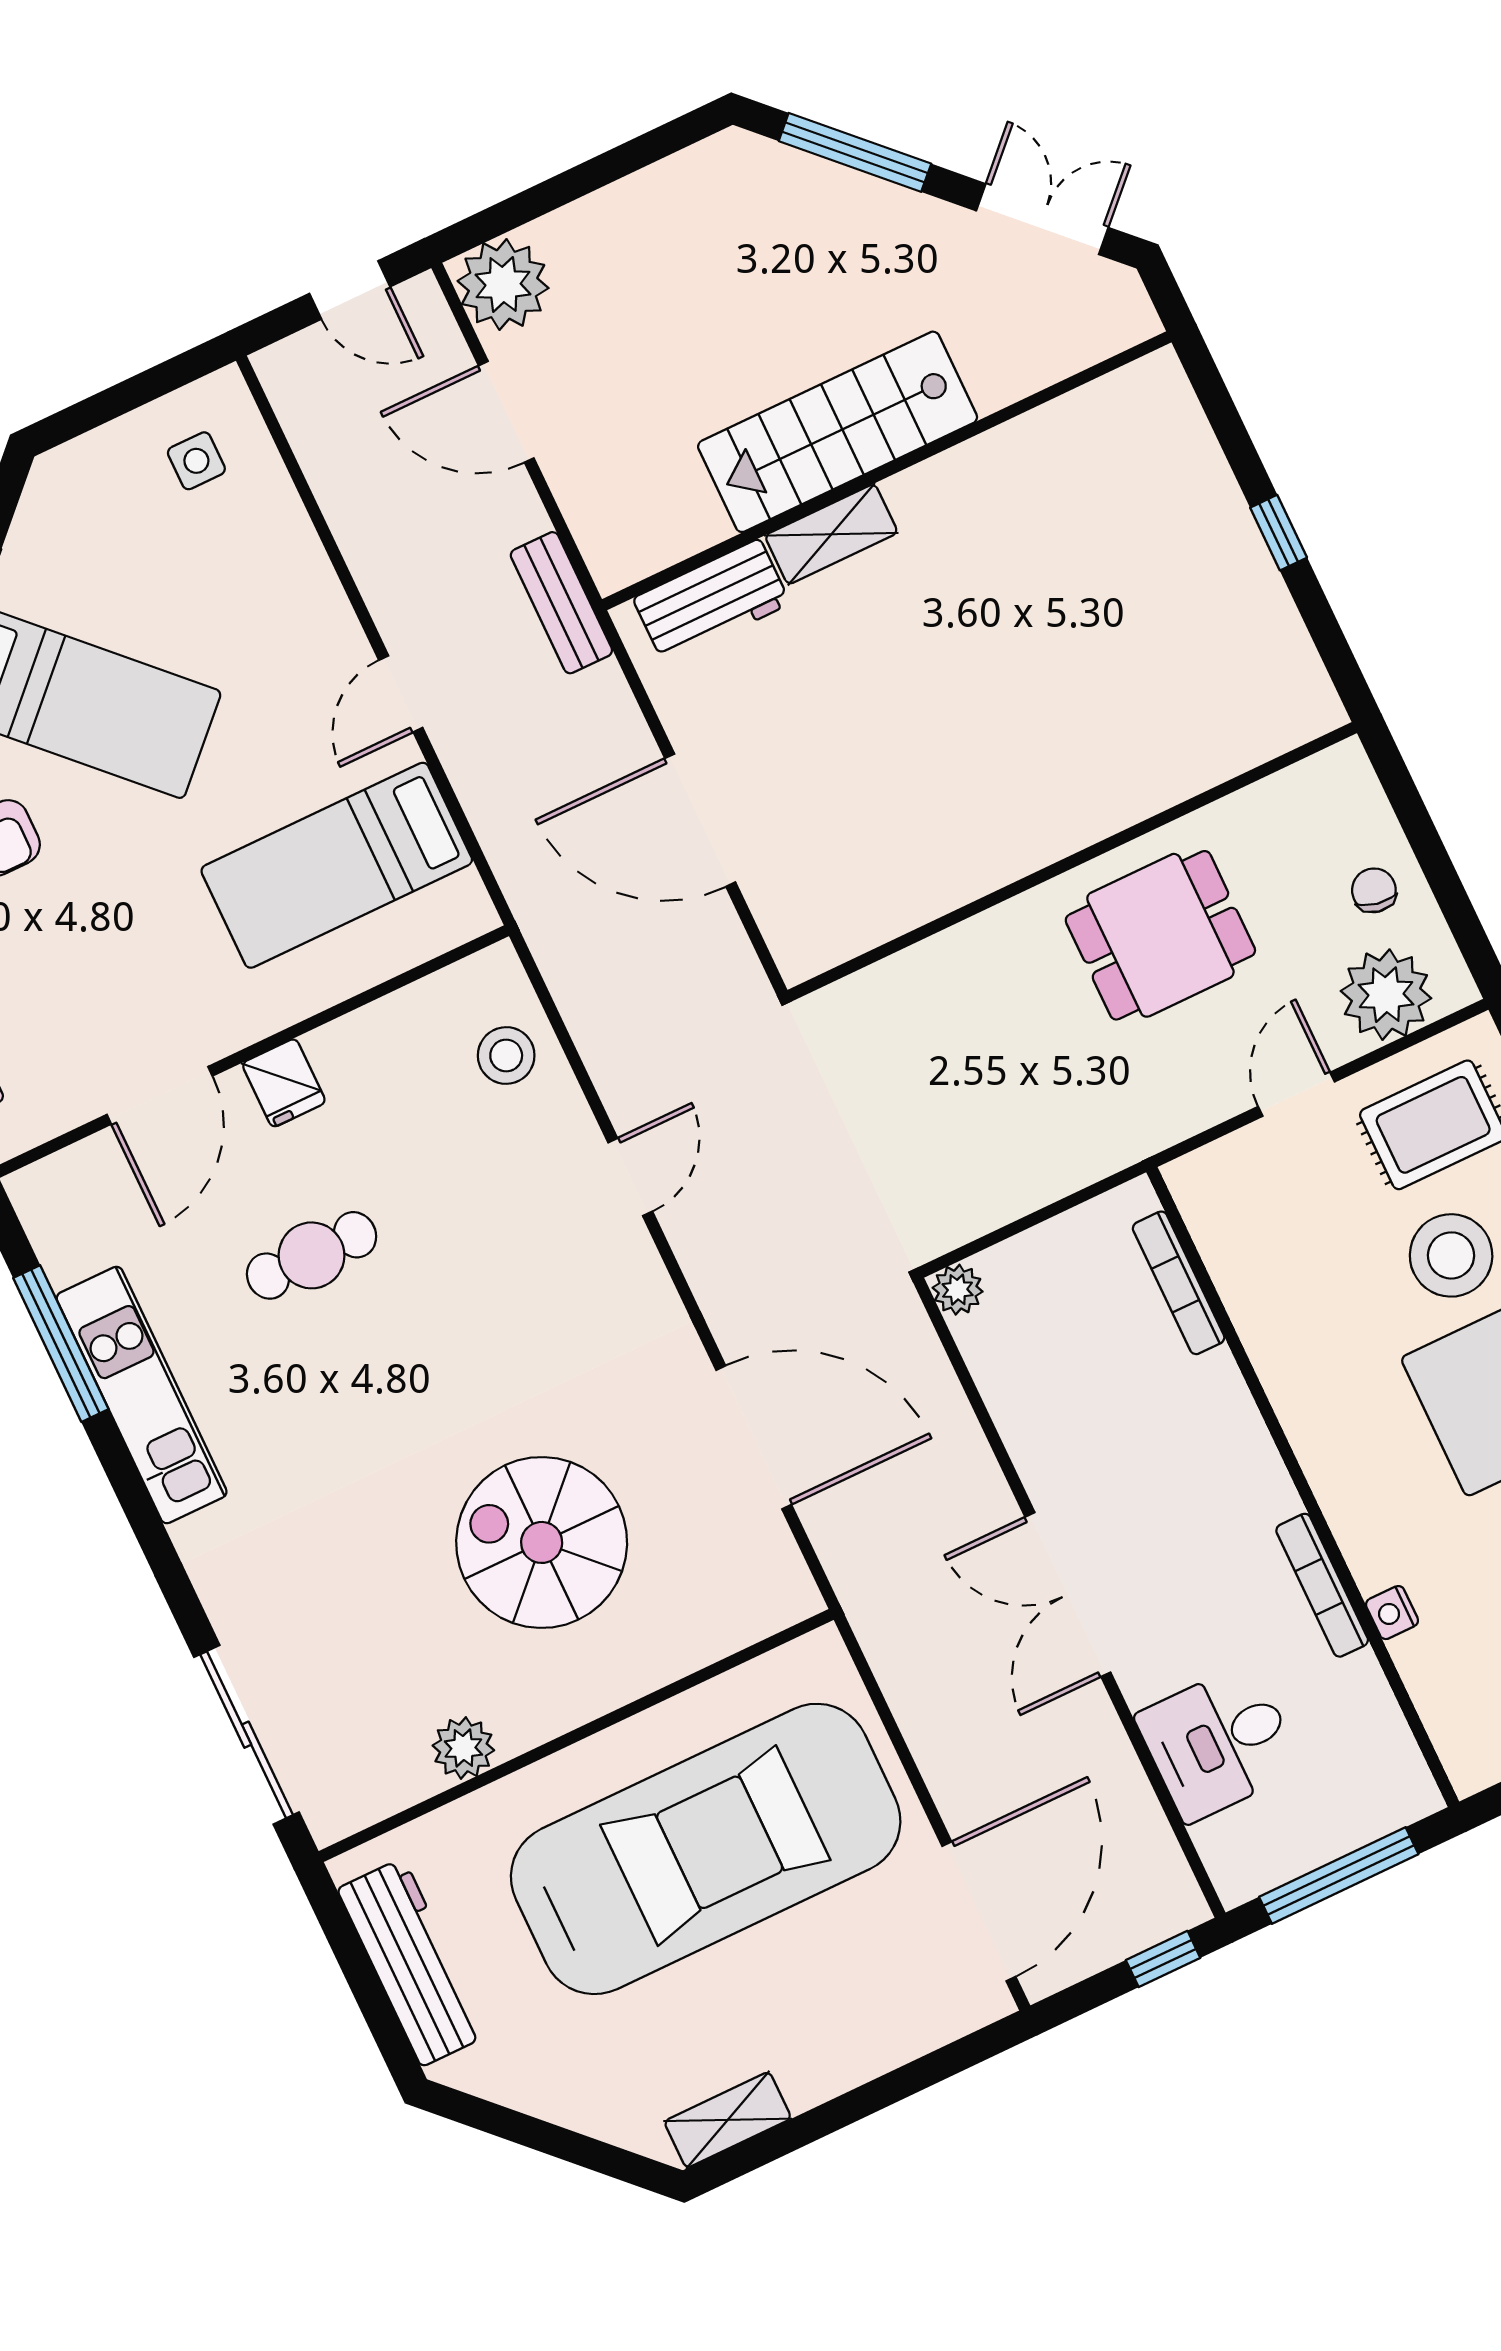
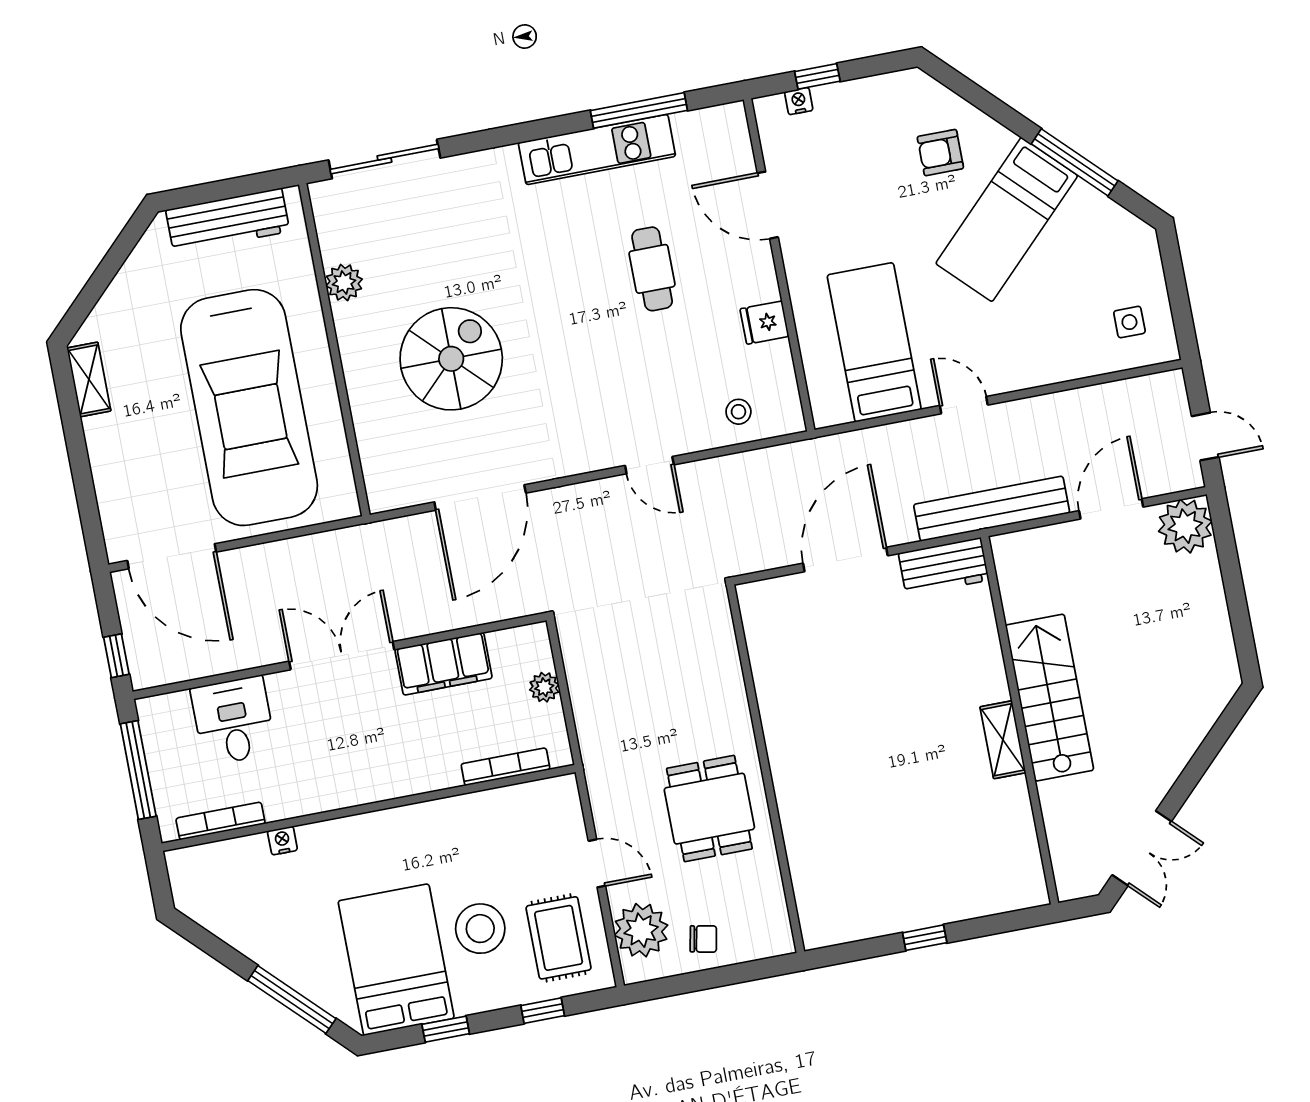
window: (855, 152) -> (1209, 750), removed
door: (350, 290) -> (1205, 437), swing flipped
shelving: (831, 534) -> (1003, 740), moved
workbench: (712, 601) -> (944, 567), moved, turned -90
bench: (561, 603) -> (992, 509), width x1.86, depth x1.21
stool: (506, 1056) -> (738, 412), width x0.73, depth x0.73
fridge: (284, 1083) -> (764, 323), moved
plant: (958, 1290) -> (544, 687), moved
filing cabinet: (1038, 1427) -> (443, 664), added
bookcase: (1322, 1585) -> (221, 821), moved

